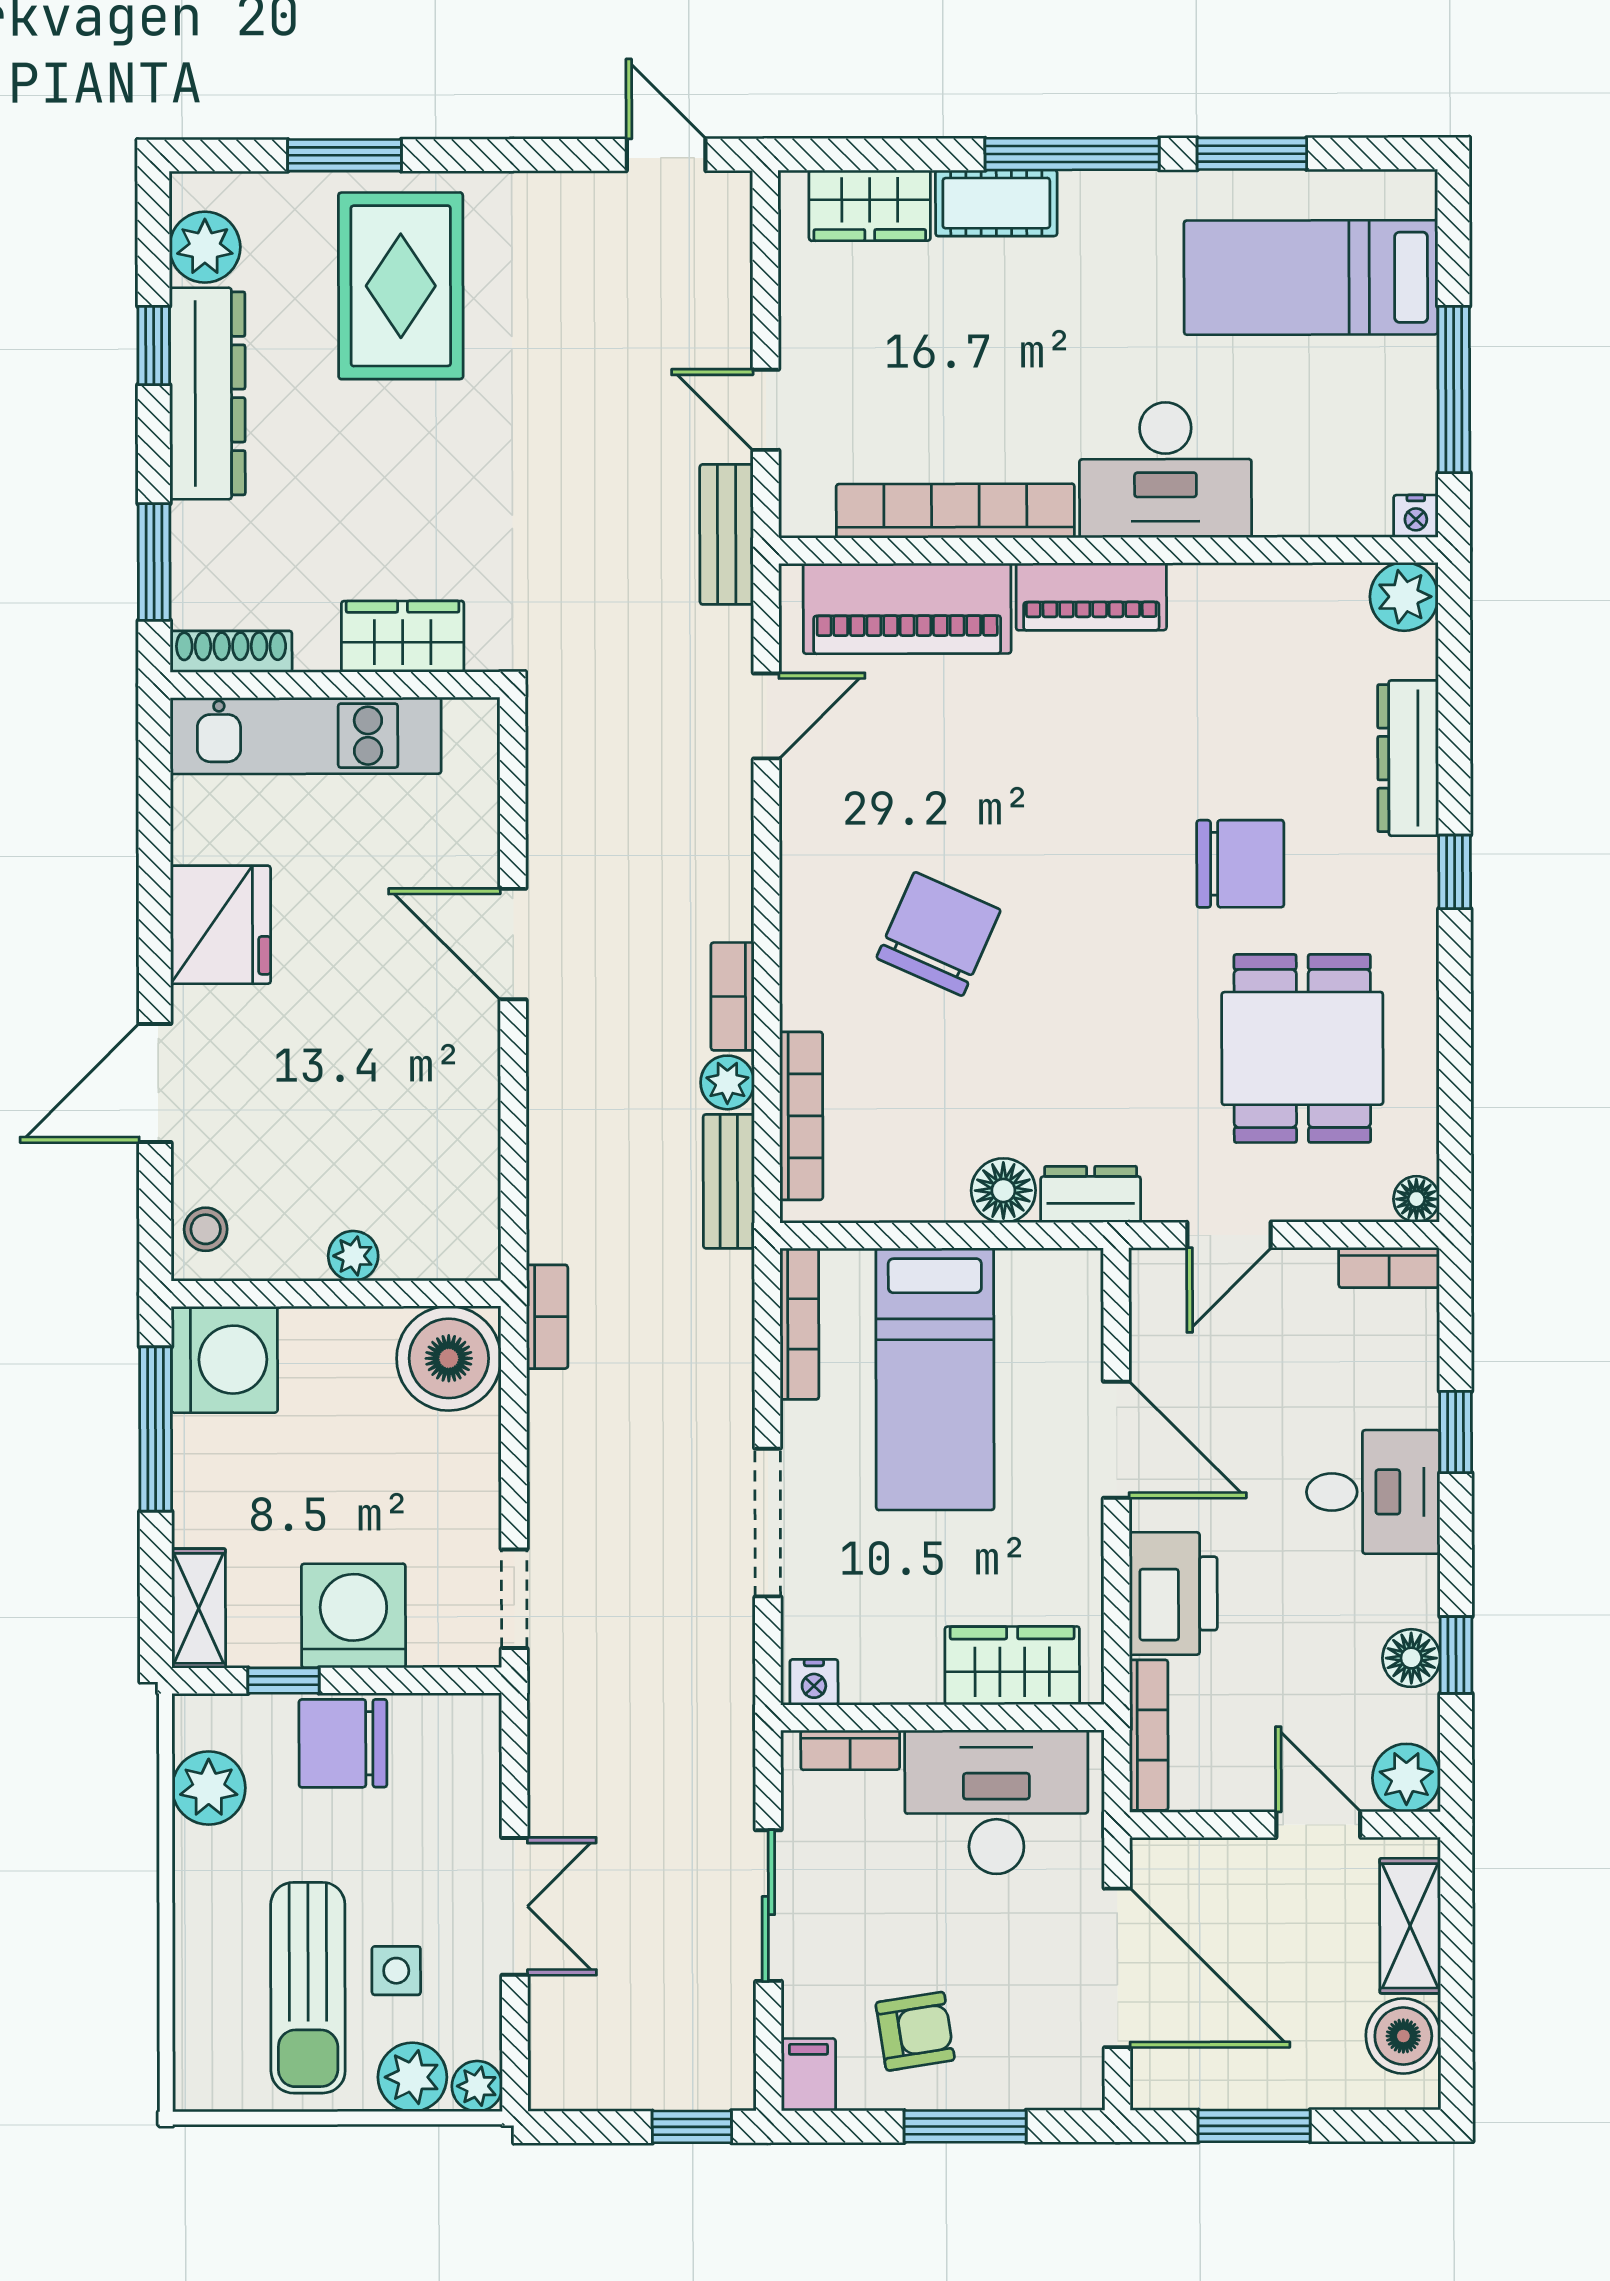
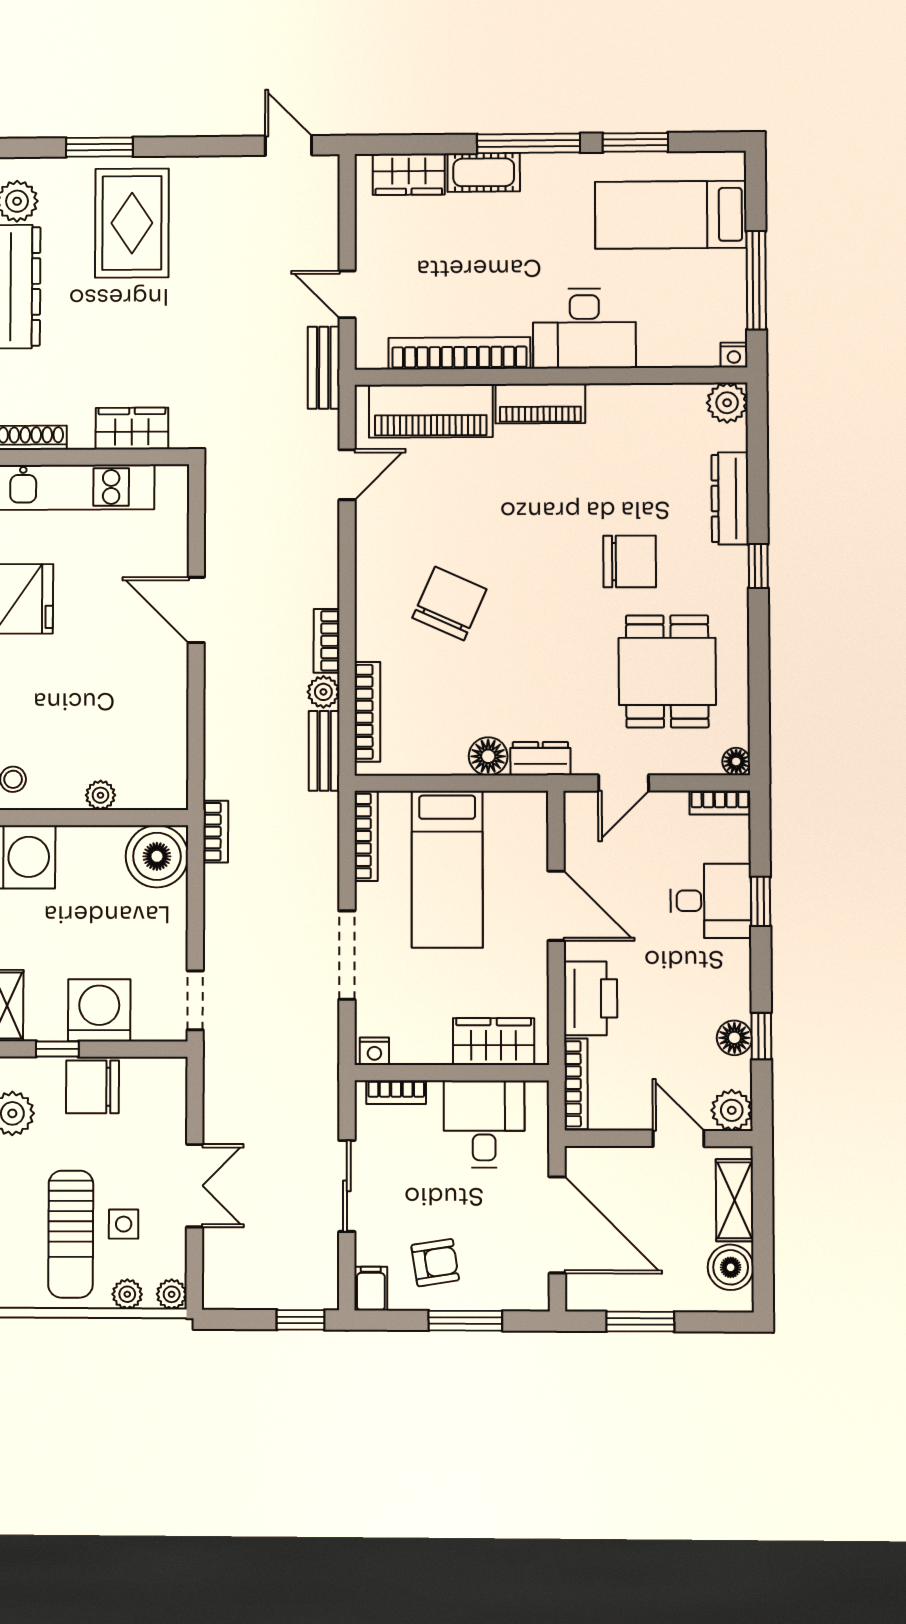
desk: (1373, 1492) -> (711, 901), moved
desk: (996, 1802) -> (484, 1124), width x0.73
plant: (412, 2077) -> (127, 1294), width x0.73, depth x0.73

